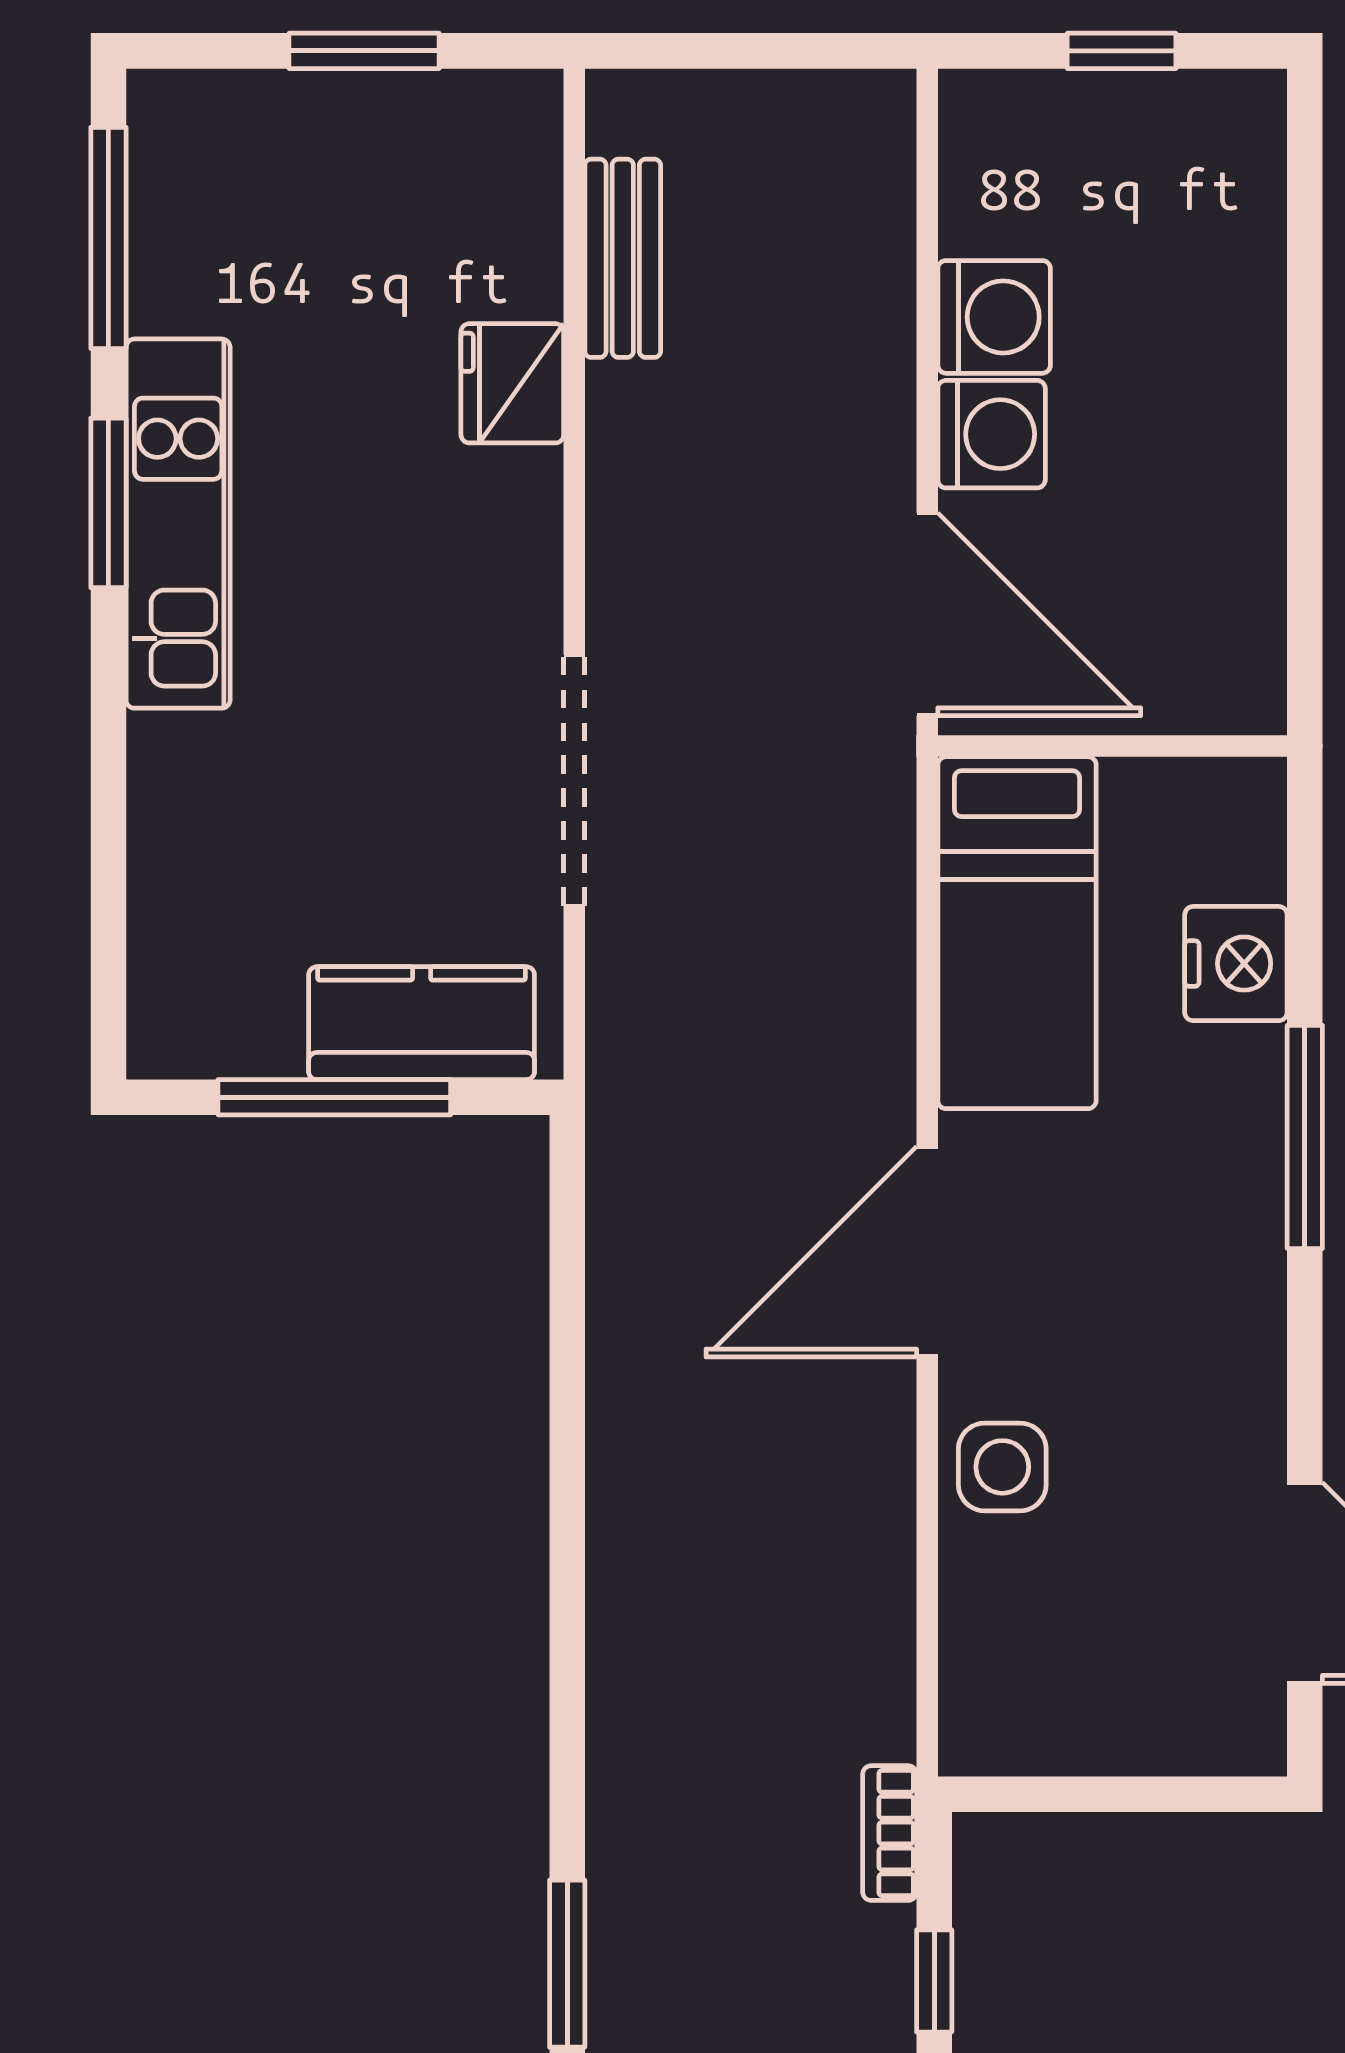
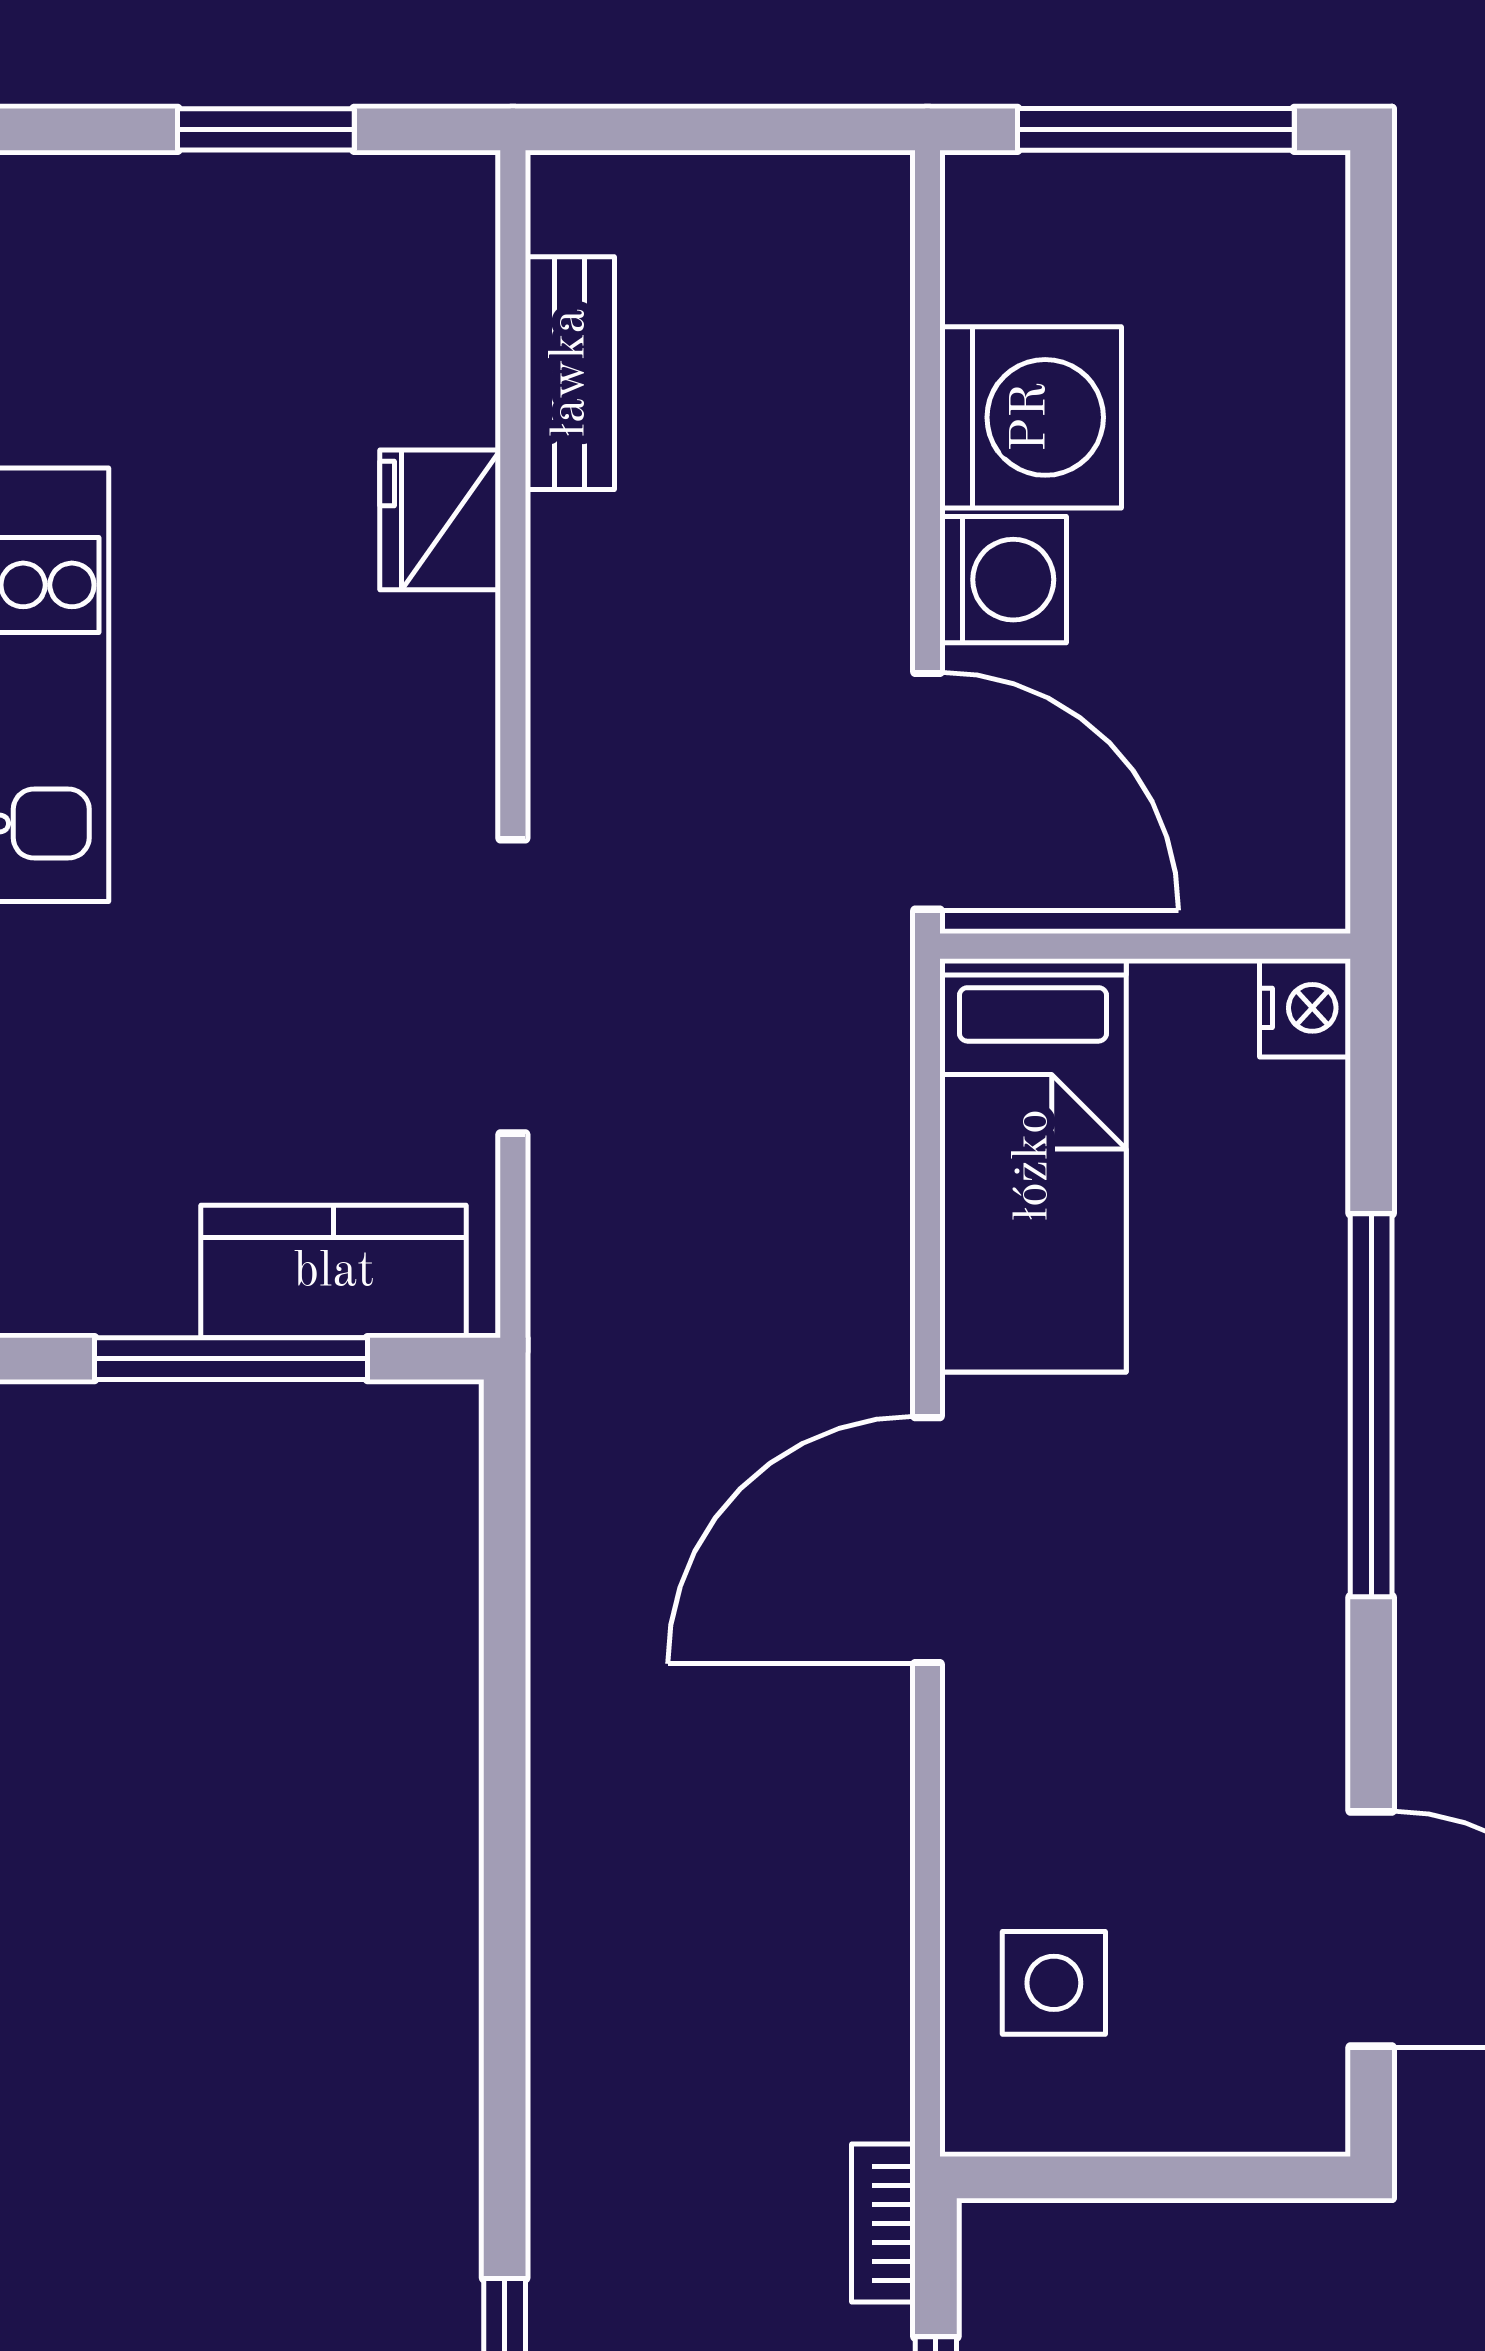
window: (1122, 51) -> (1156, 129), width x2.17
washing machine: (994, 317) -> (1031, 417), width x1.37, depth x1.37
nightstand: (1236, 964) -> (1305, 1008), moved, width x0.74, depth x0.75
window: (1305, 1137) -> (1371, 1405), width x1.46
side table: (1002, 1467) -> (1054, 1983), moved

